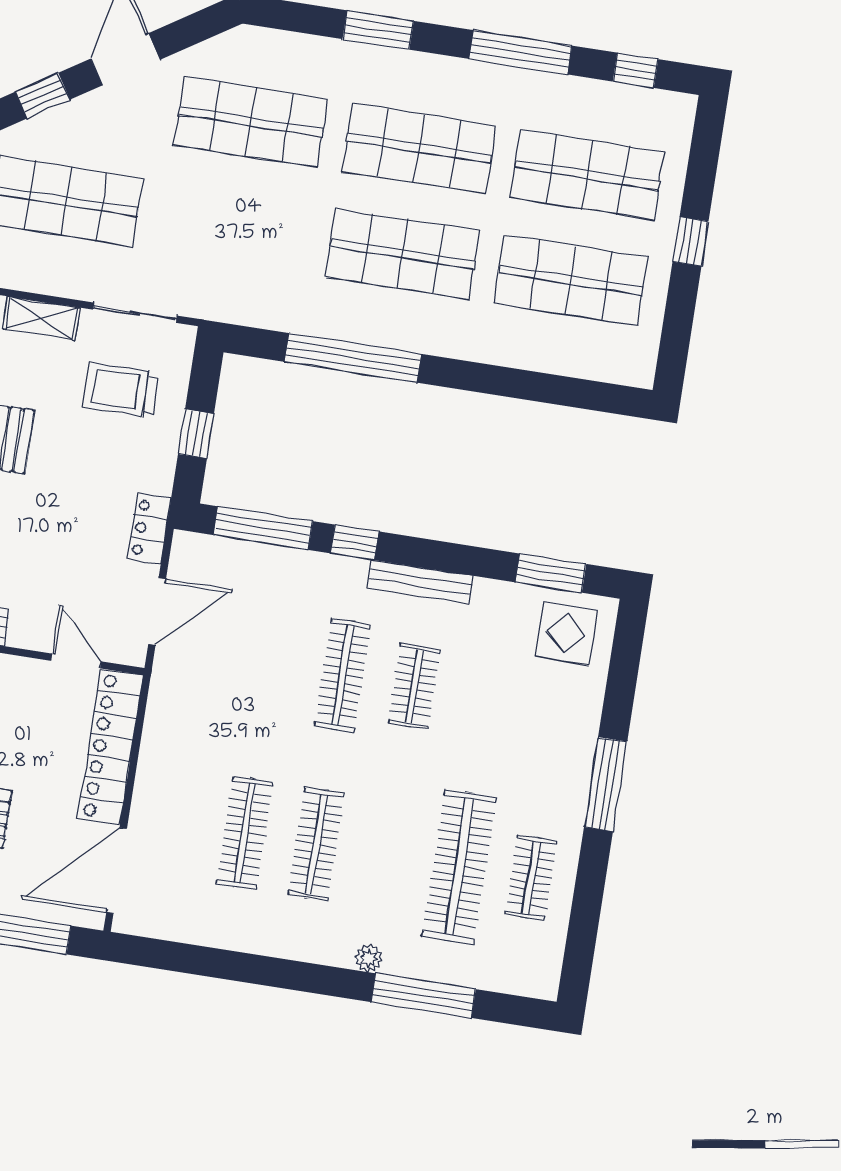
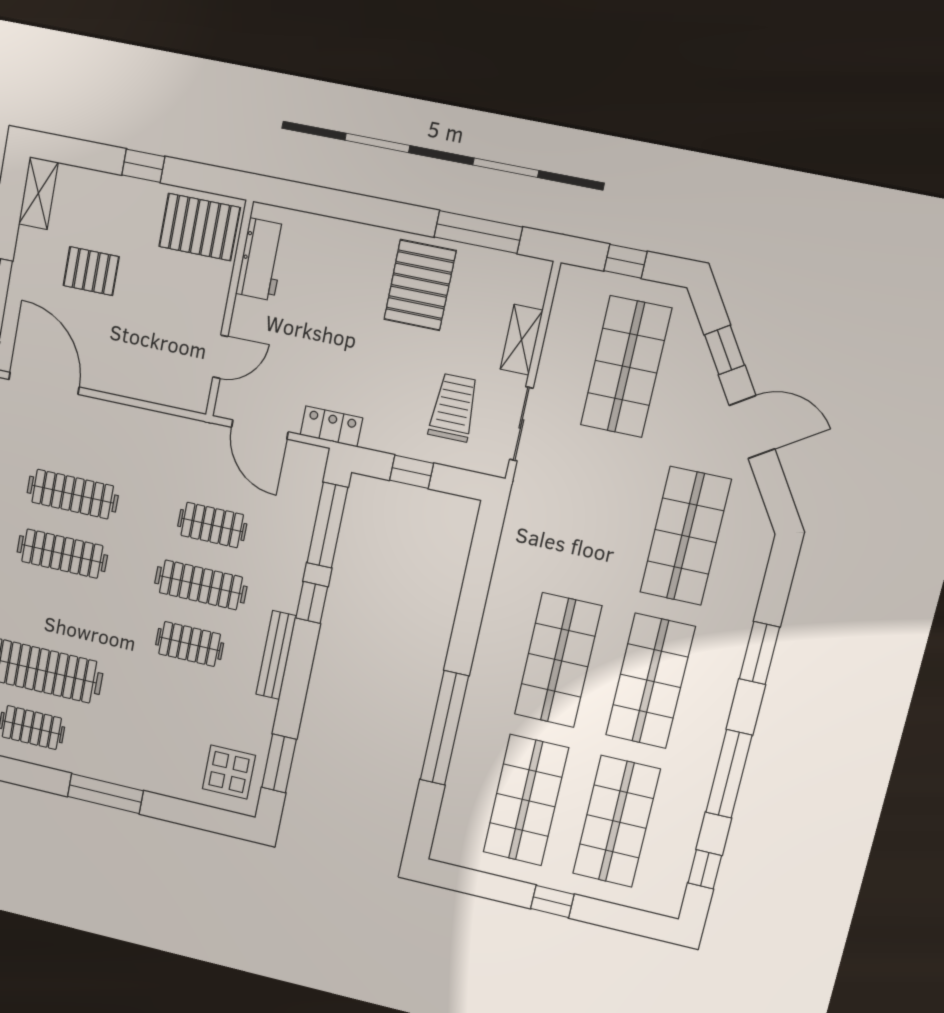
window: (353, 358) -> (444, 728), moved
clothes rail: (271, 664) -> (212, 525), added
locker: (110, 747) -> (147, 383), removed

